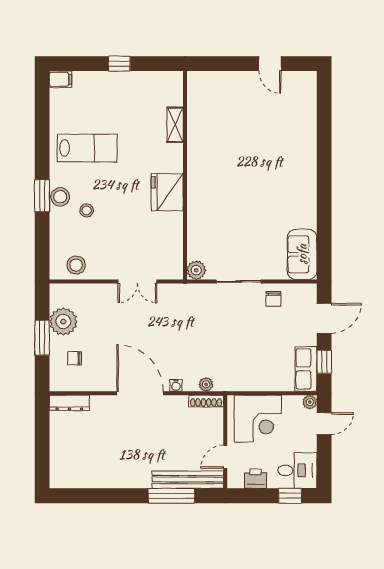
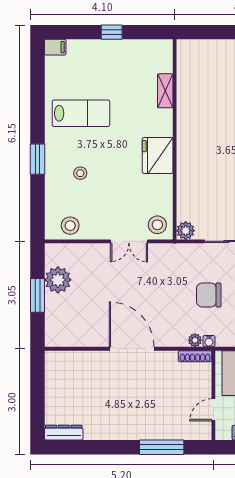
stool: (60, 197) -> (157, 225), moved
chair: (75, 358) -> (209, 295), moved, width x1.87, depth x1.87
water cooler: (176, 385) -> (209, 341), moved
dresser: (69, 403) -> (64, 433), moved, turned 180
bench: (188, 480) -> (177, 432), removed

